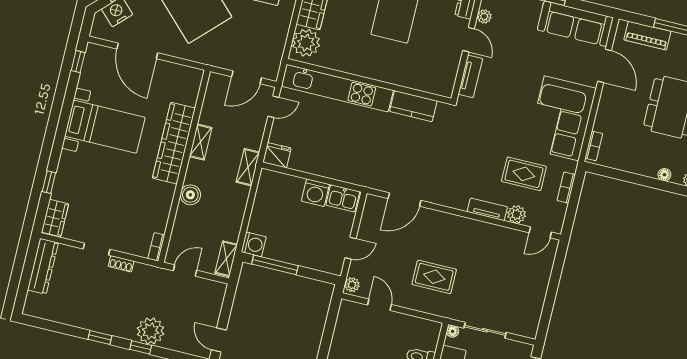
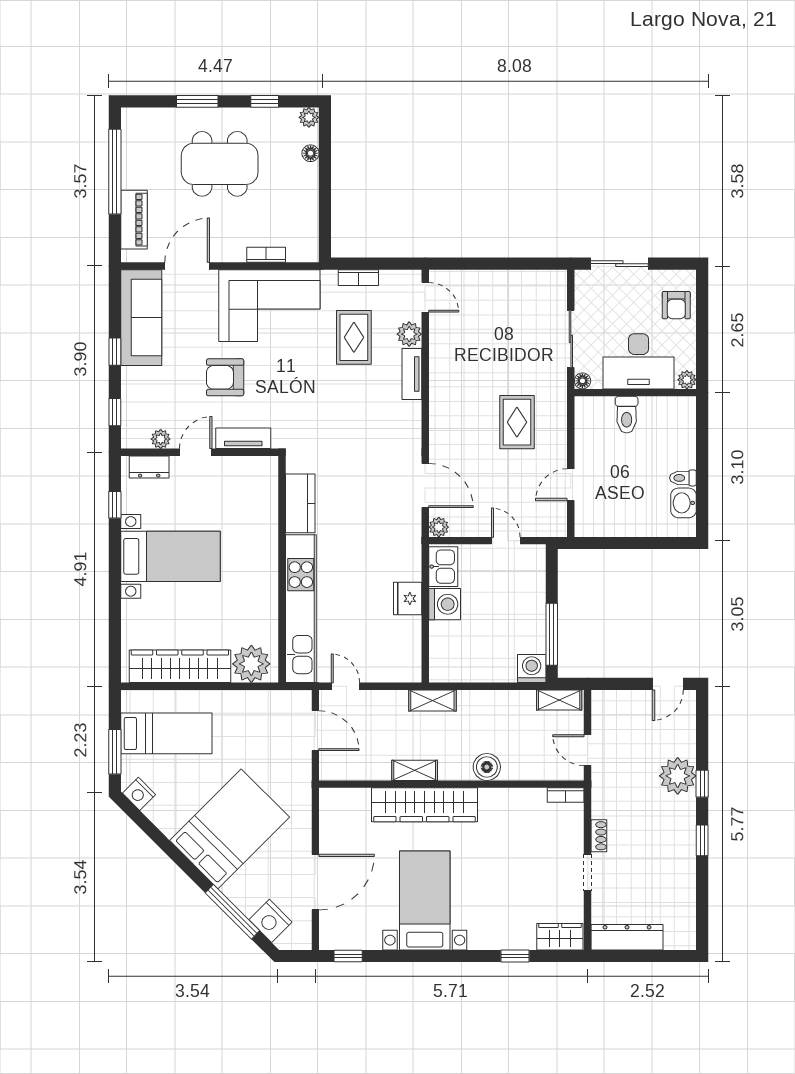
armchair: (518, 74) -> (225, 377), added
bookcase: (594, 146) -> (266, 255), moved
fridge: (277, 155) -> (408, 599), moved
plant: (352, 285) -> (439, 527), moved

